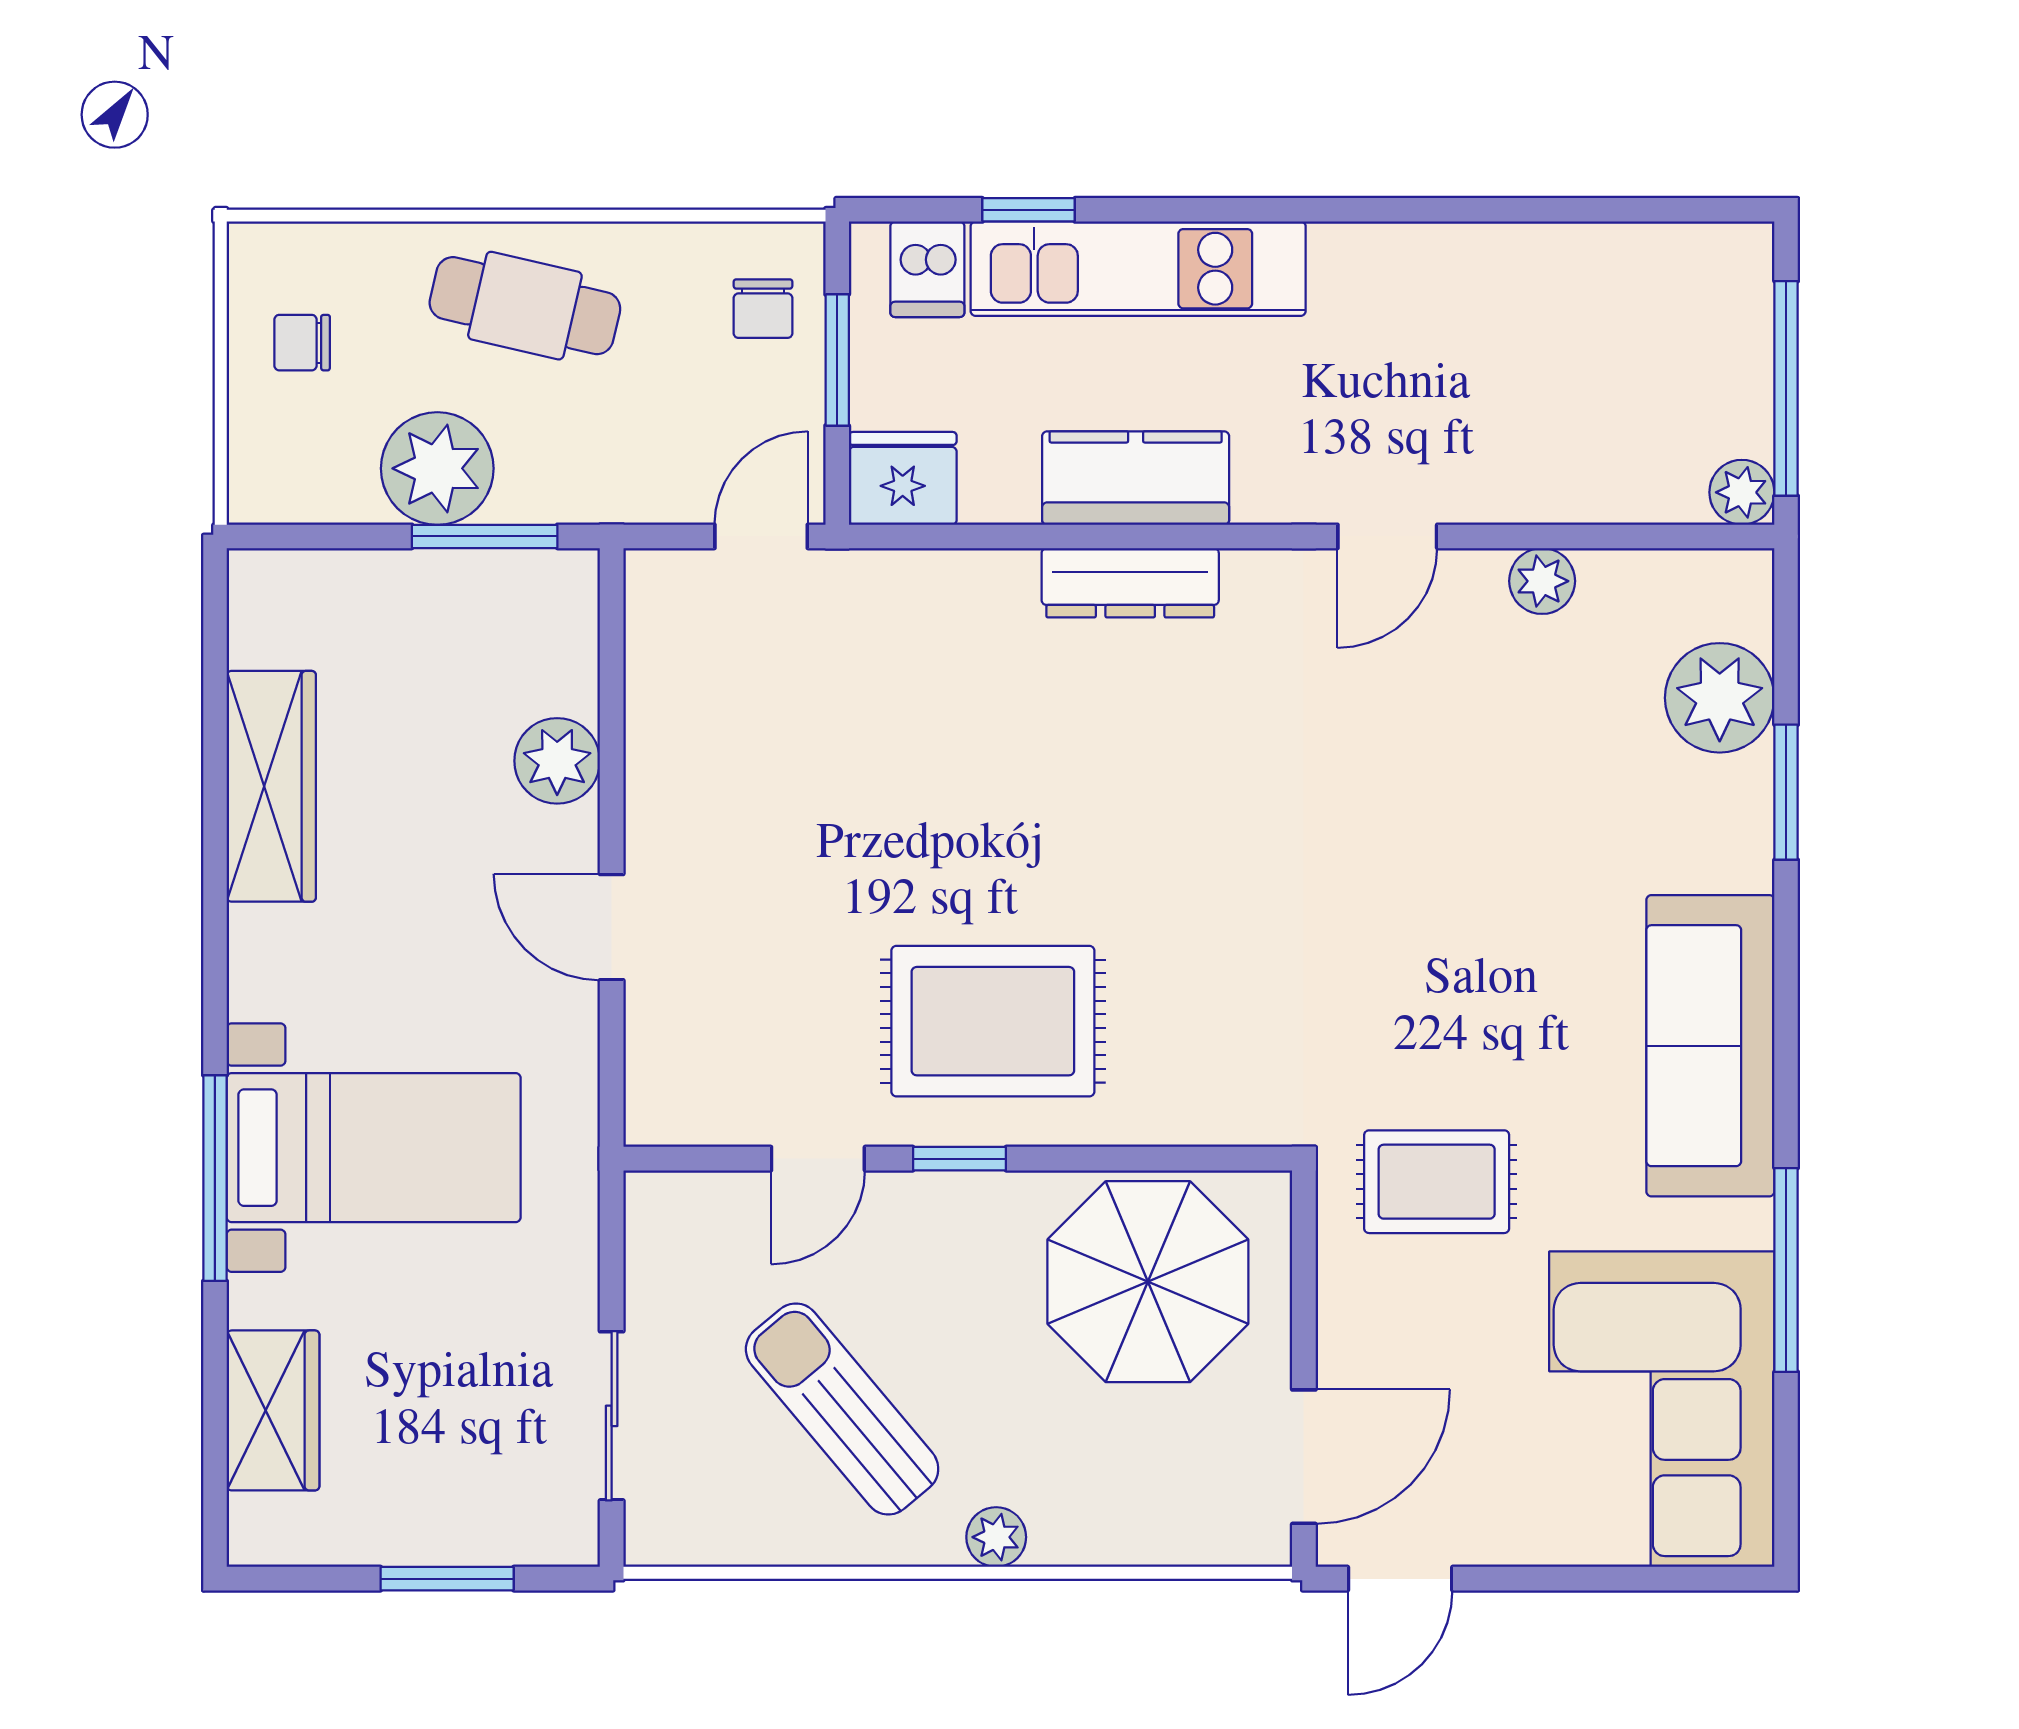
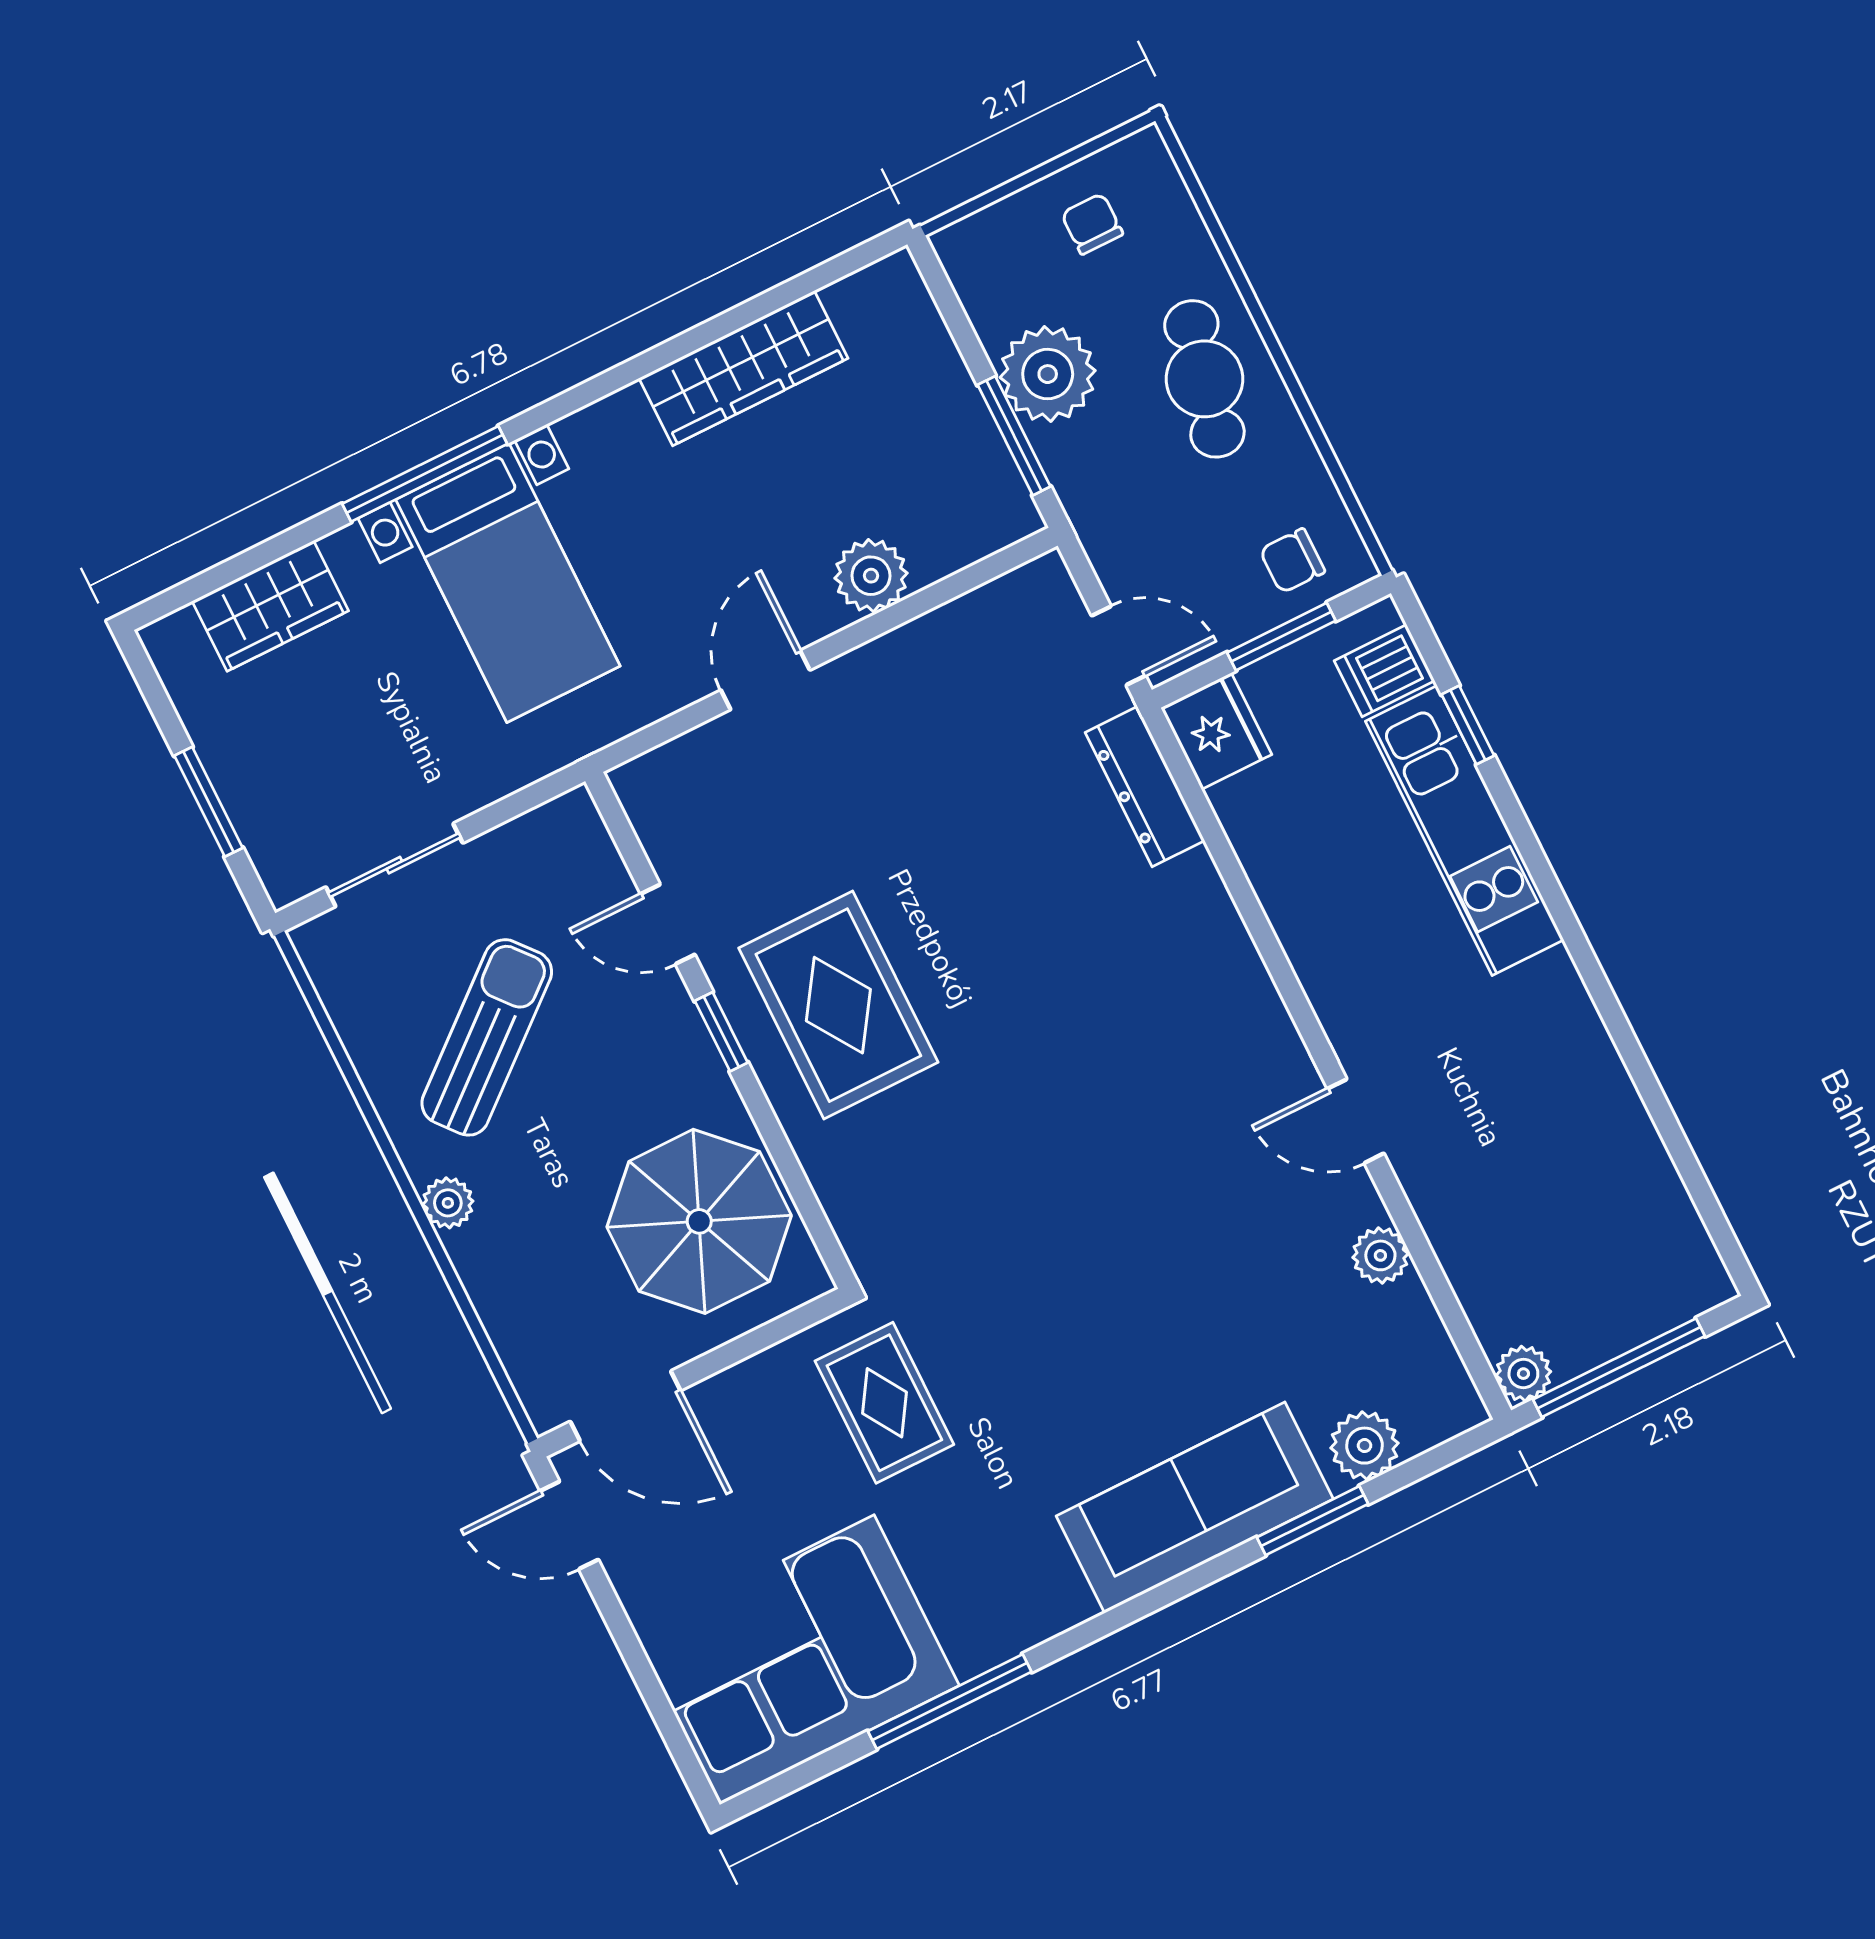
kitchen counter: (1136, 478) -> (1305, 908), removed
dresser: (1130, 583) -> (1145, 786), moved
plant: (1720, 698) -> (1364, 1446), width x0.73, depth x0.73
sofa: (1710, 1046) -> (1195, 1508), moved

